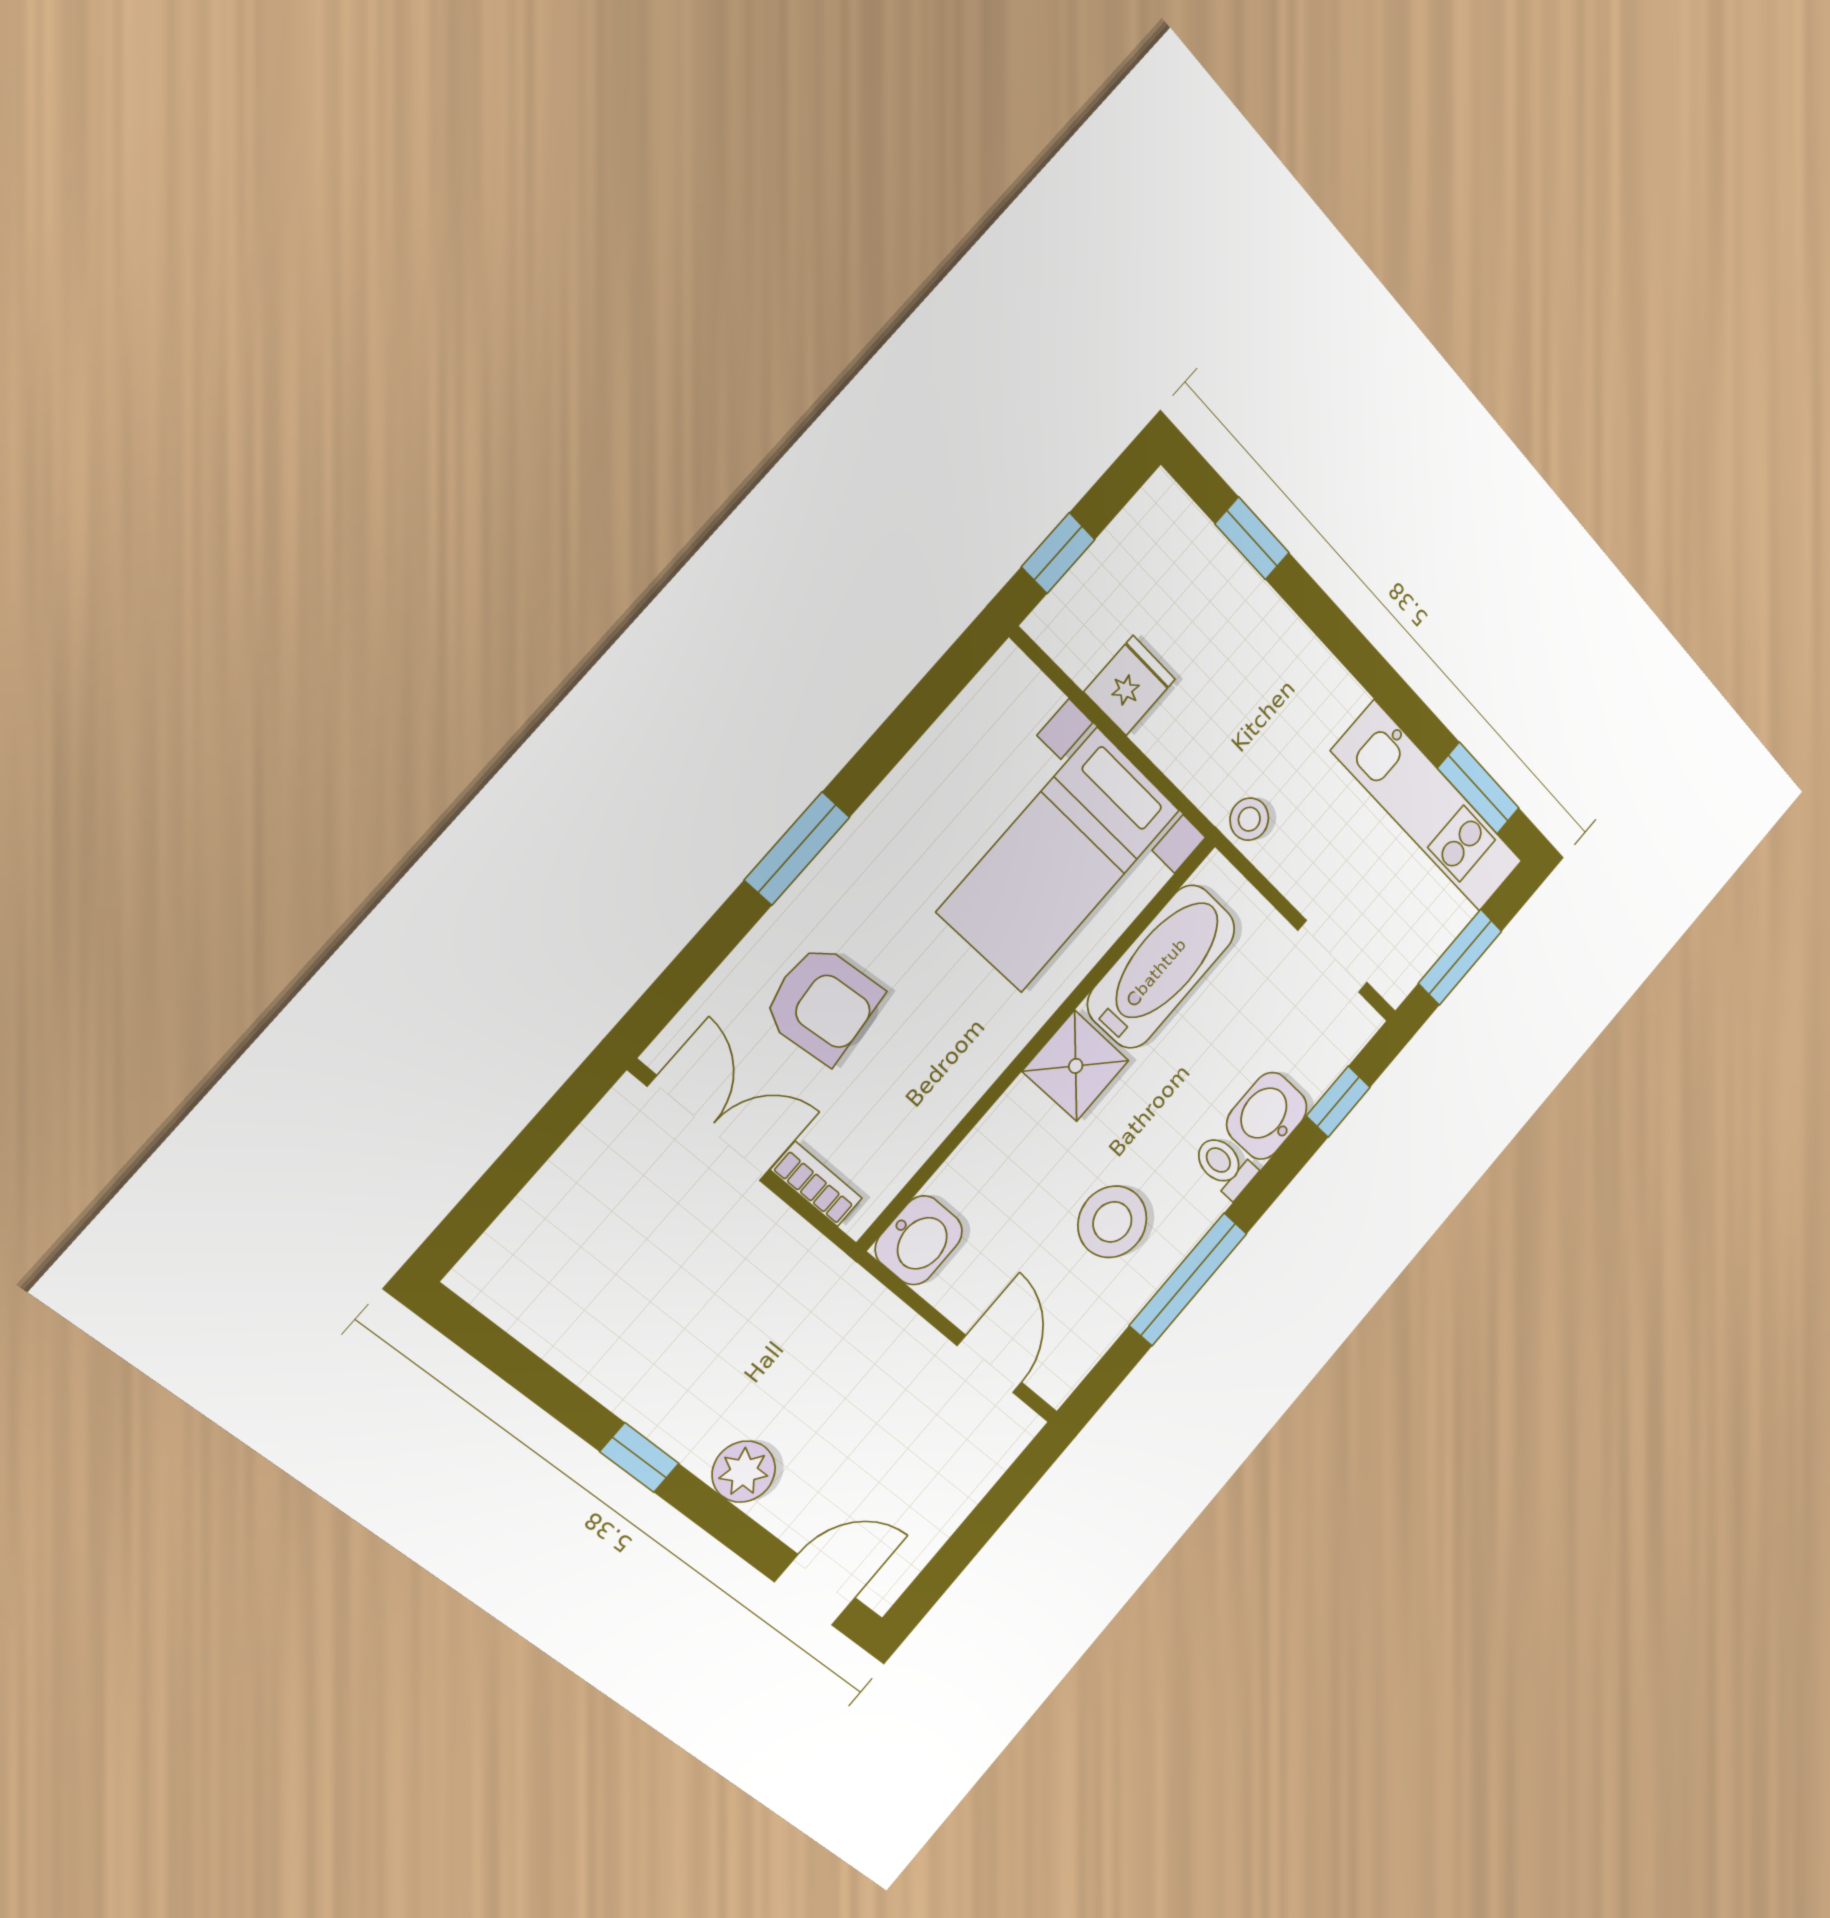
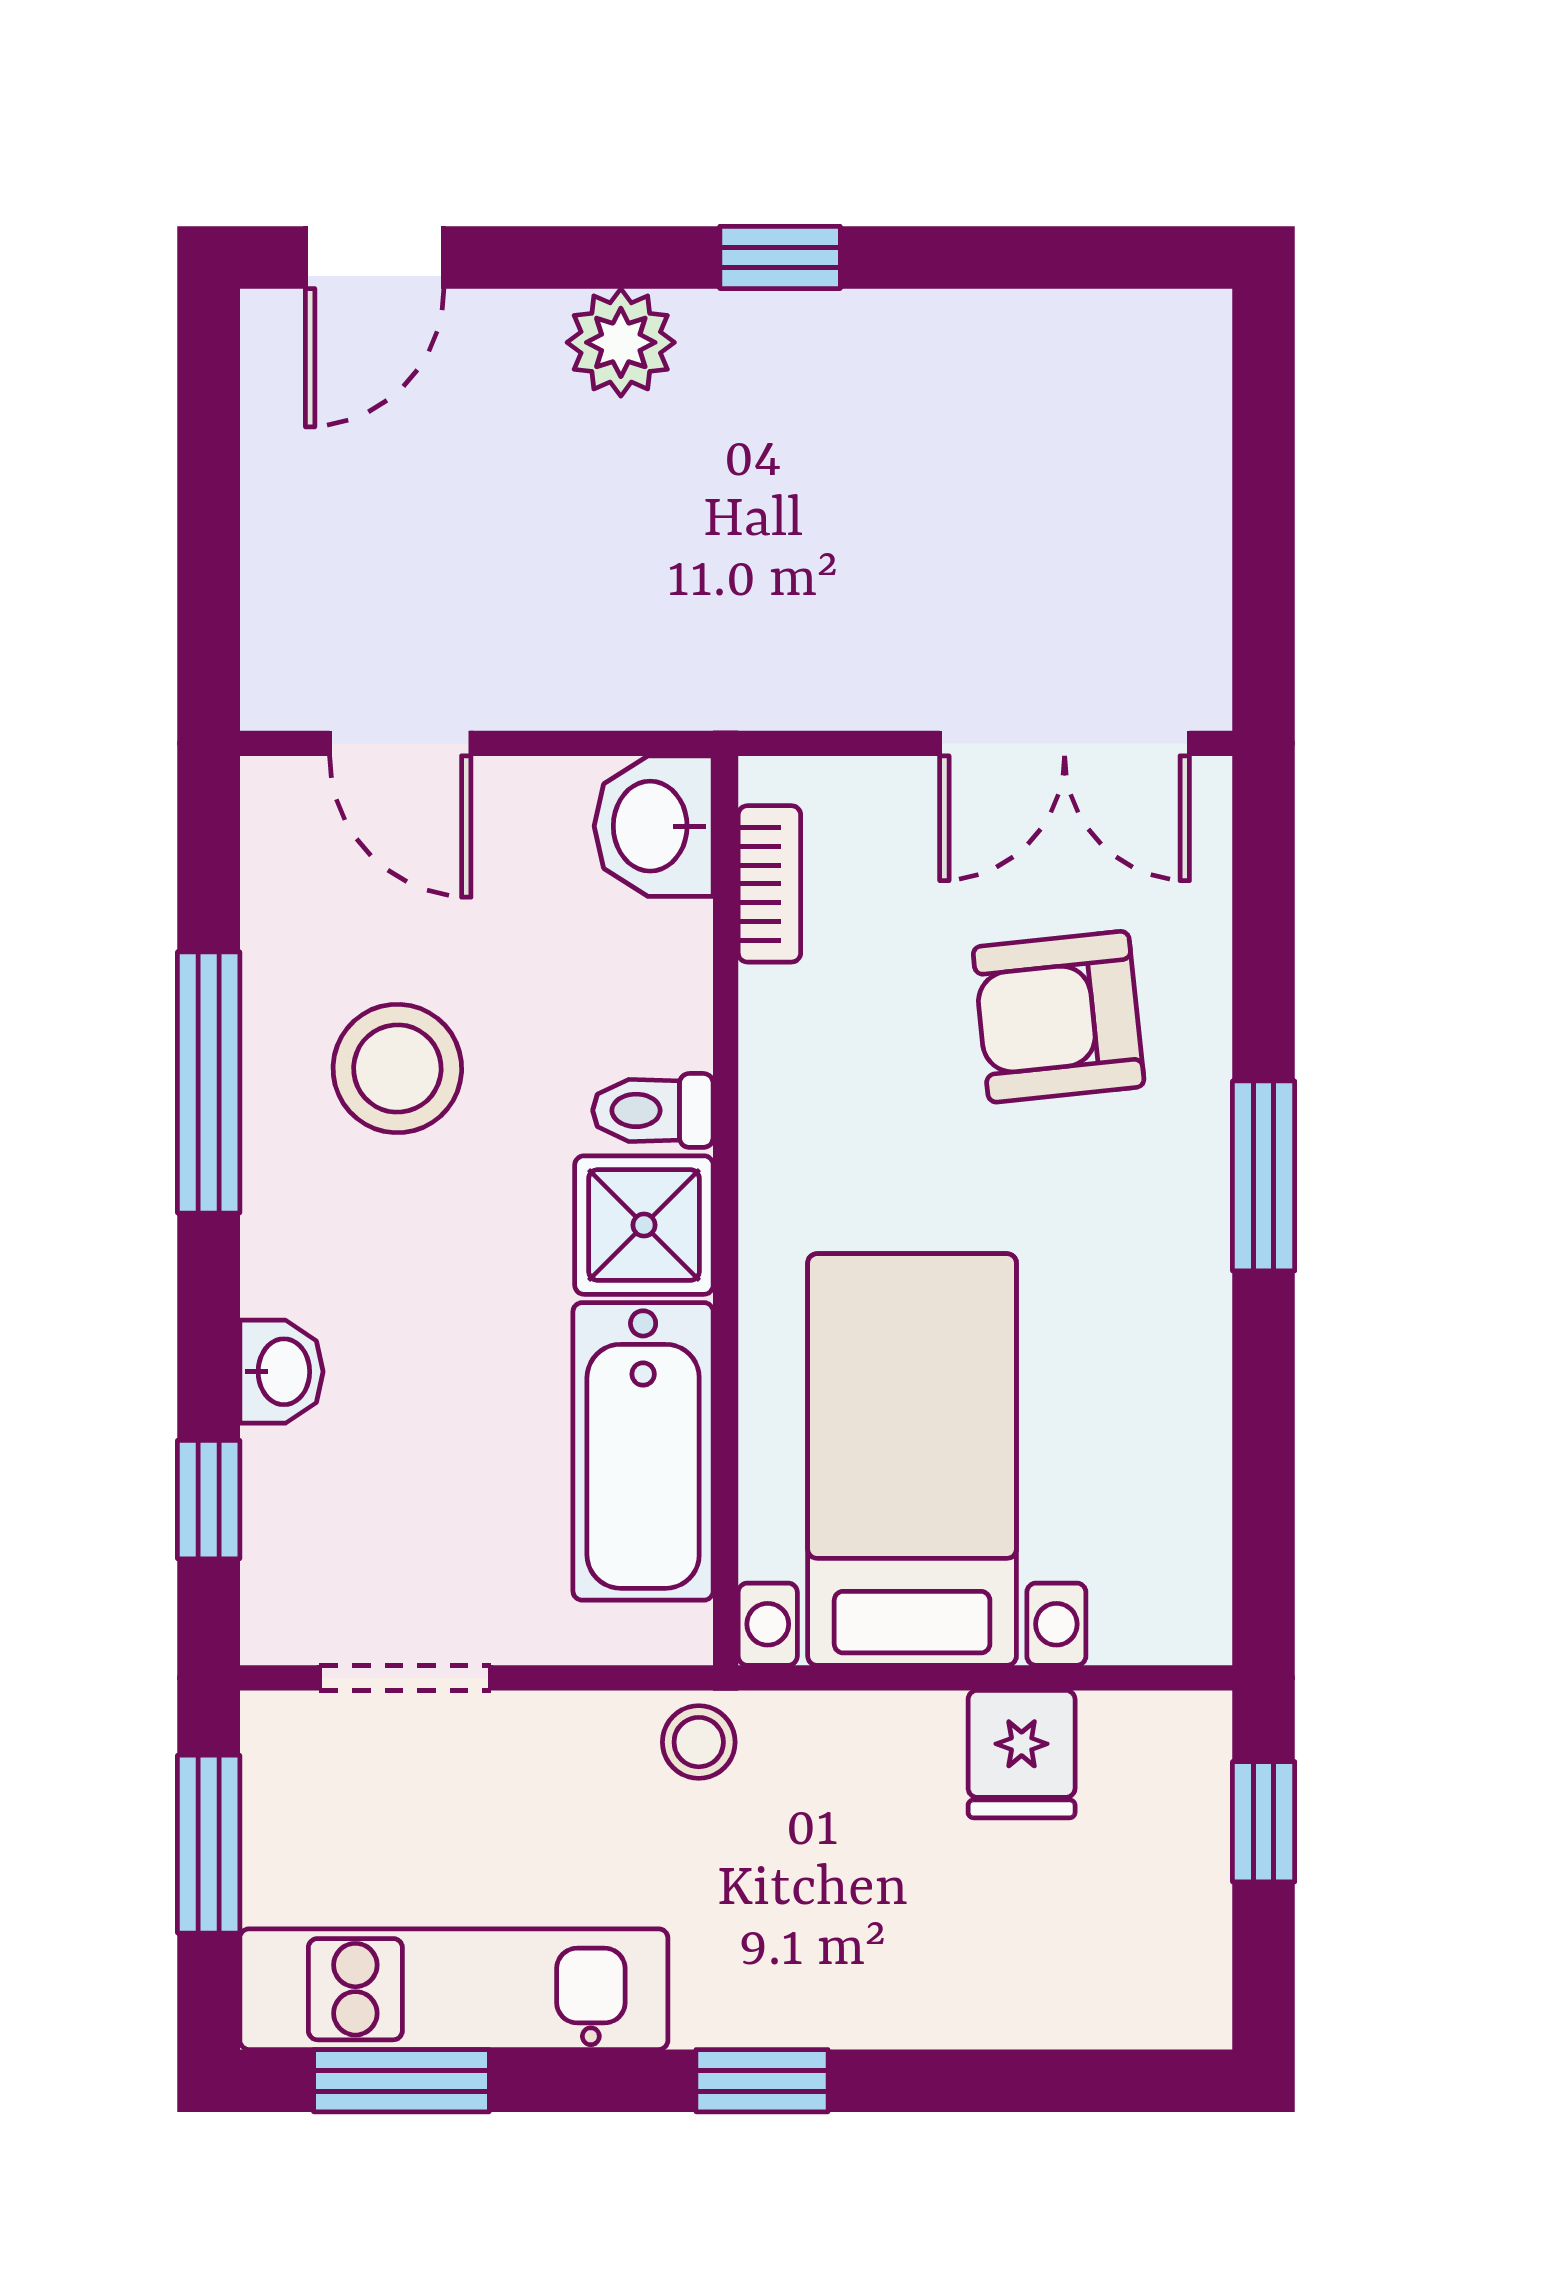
window: (1252, 538) -> (762, 2081), moved
washbasin: (1267, 1116) -> (281, 1372), width x0.72, depth x0.69
toilet: (1225, 1166) -> (653, 1110), moved, turned 180
bookcase: (816, 1184) -> (769, 884), moved, turned -90

